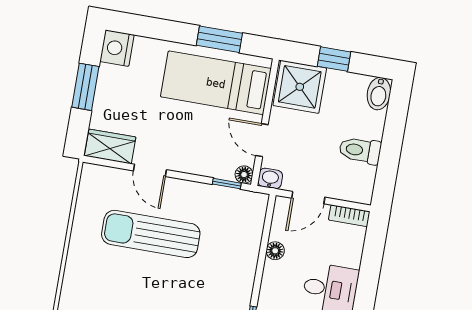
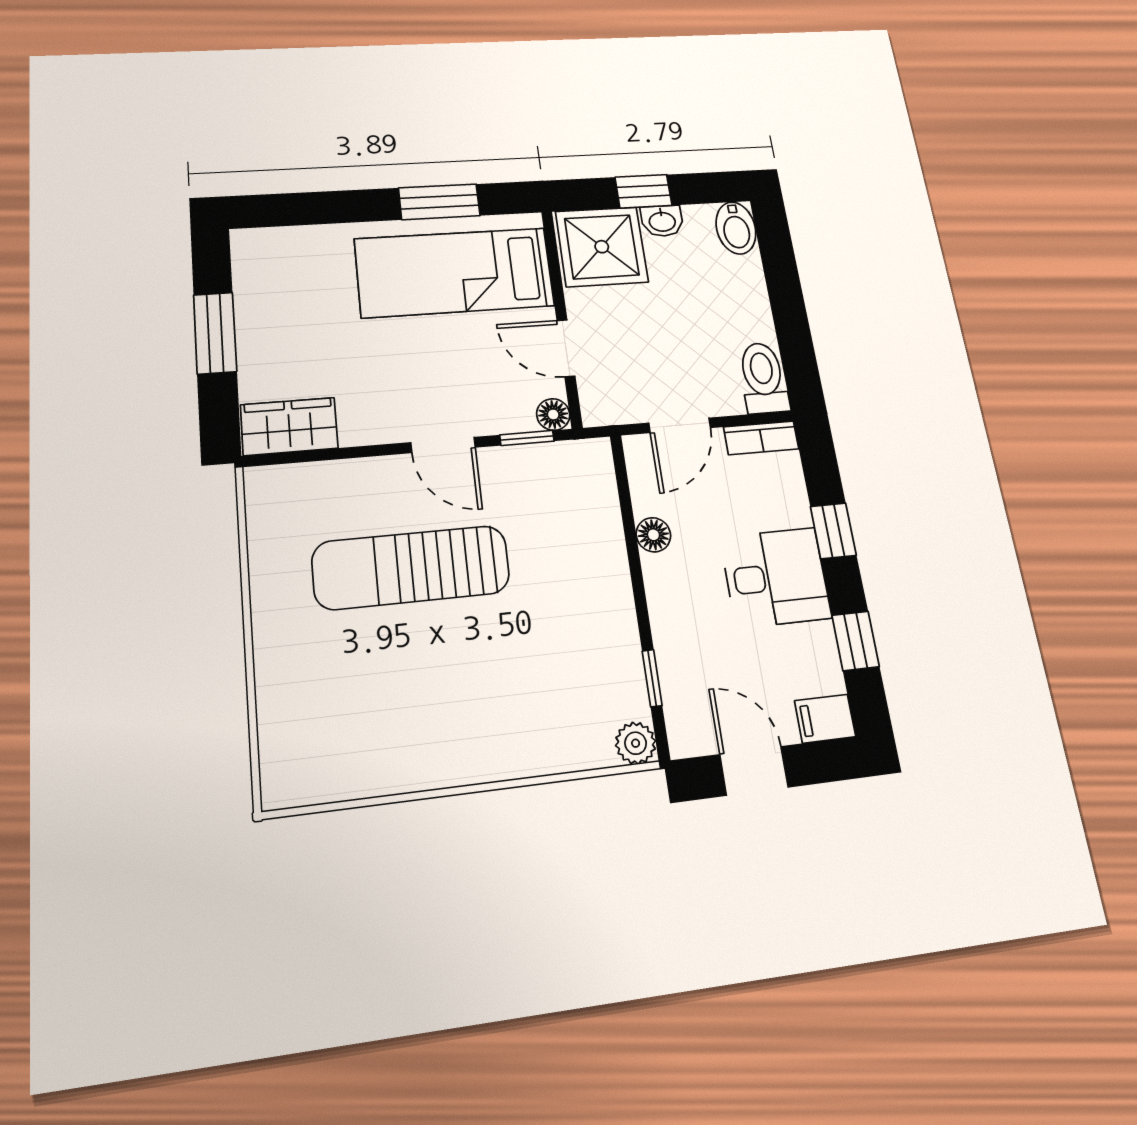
nightstand: (117, 48) -> (258, 255), removed
toilet: (360, 150) -> (763, 378), moved, turned 90
door: (150, 170) -> (443, 445), moved
washbasin: (270, 178) -> (662, 221), moved, turned 180
window: (369, 274) -> (833, 531), added

